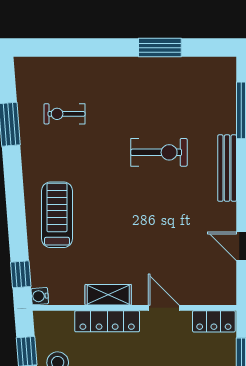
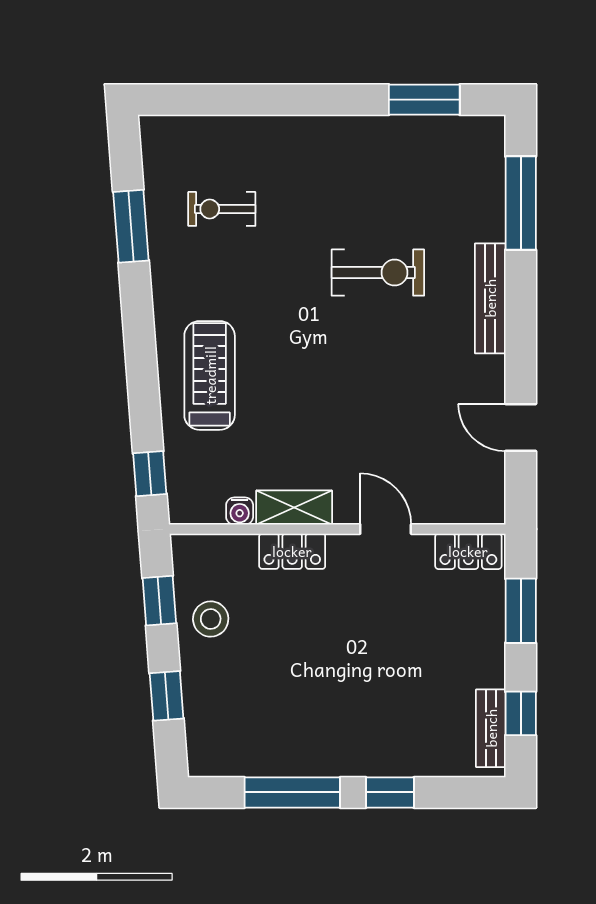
window: (160, 48) -> (424, 100), moved
water cooler: (40, 296) -> (240, 511), moved, turned -86
locker: (107, 321) -> (292, 551), width x0.66

